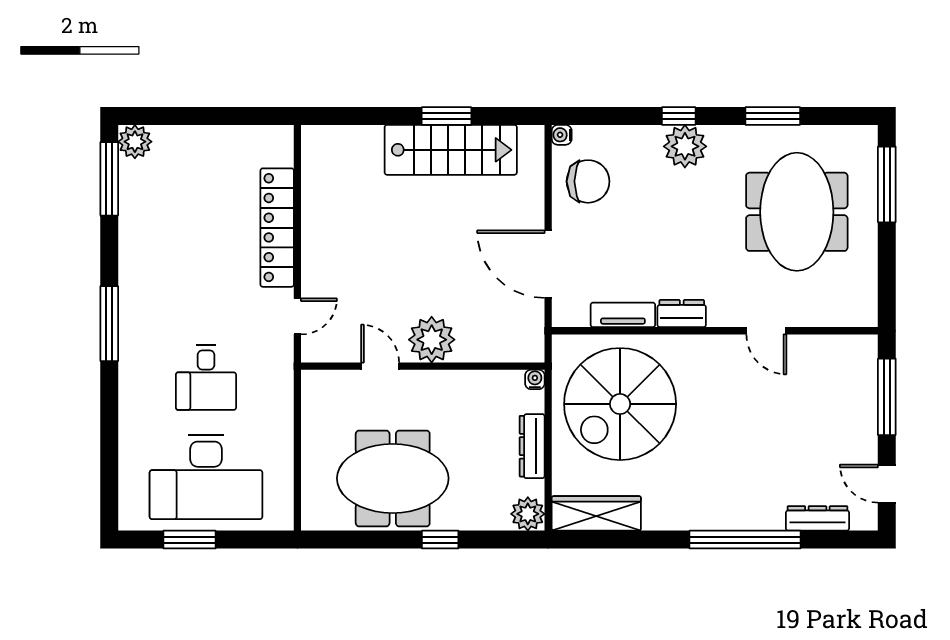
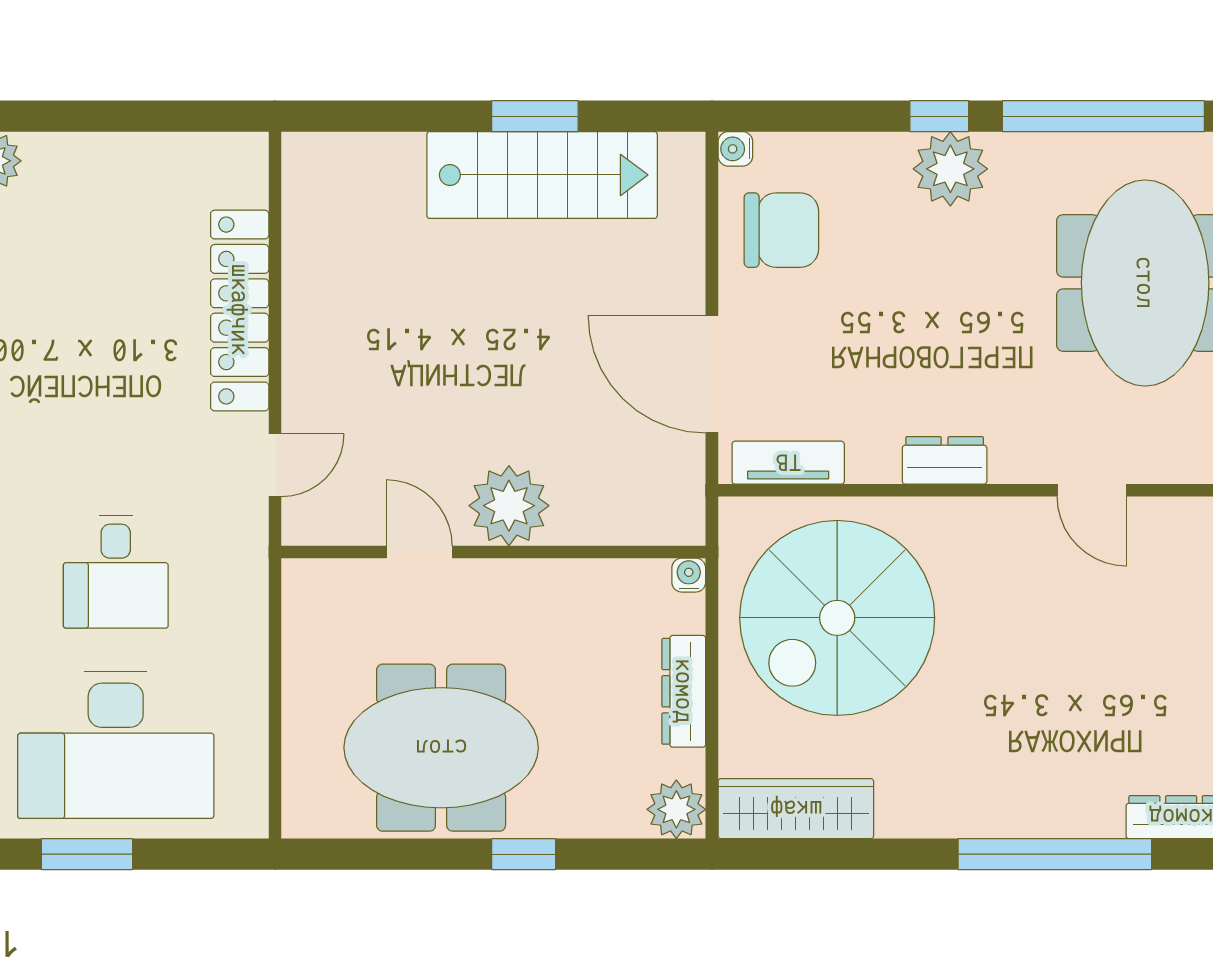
window: (773, 116) -> (1103, 116), width x2.11
tv unit: (623, 315) -> (788, 463), moved

